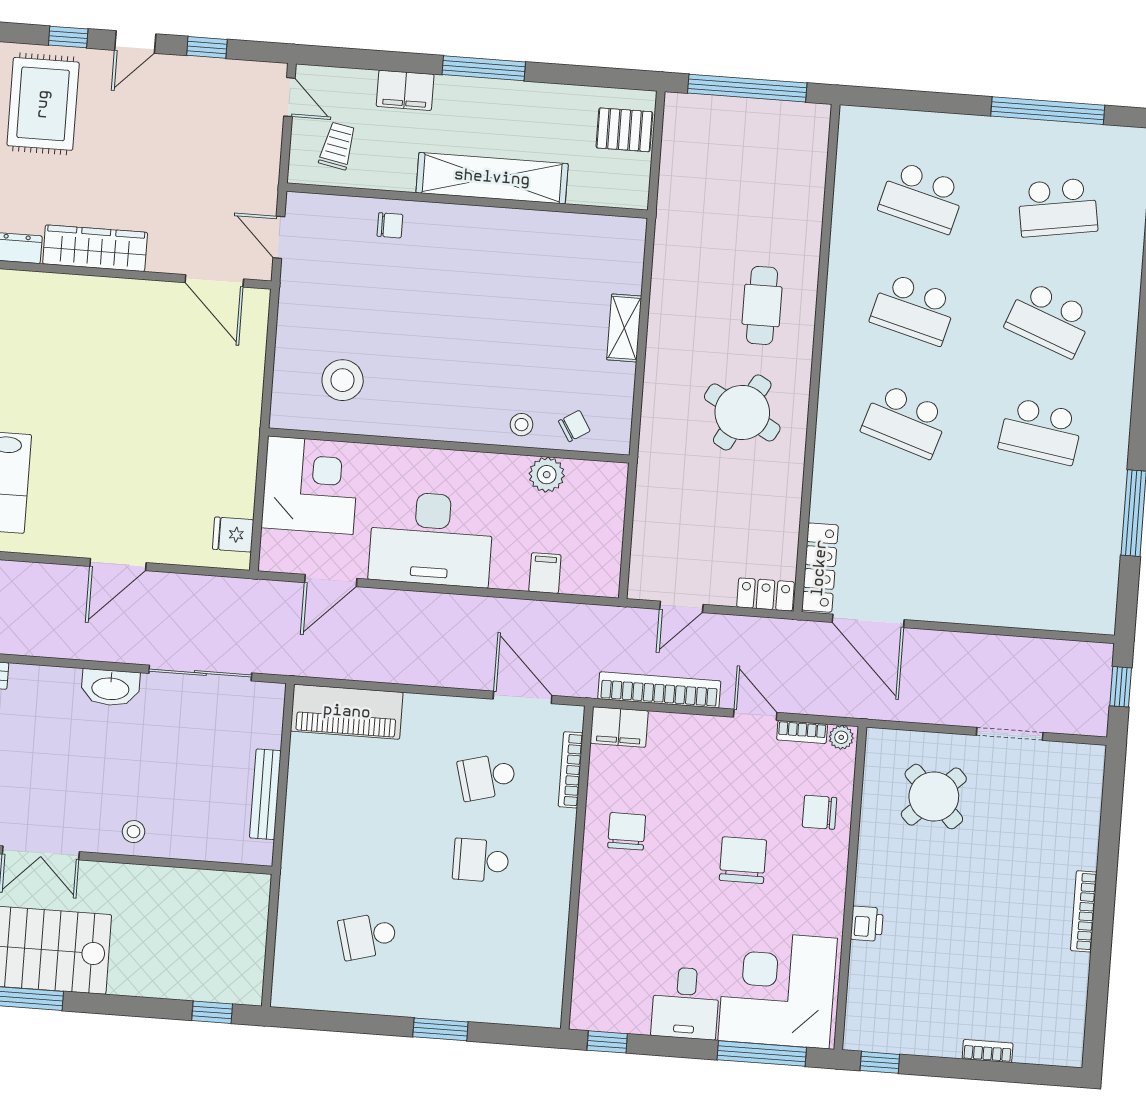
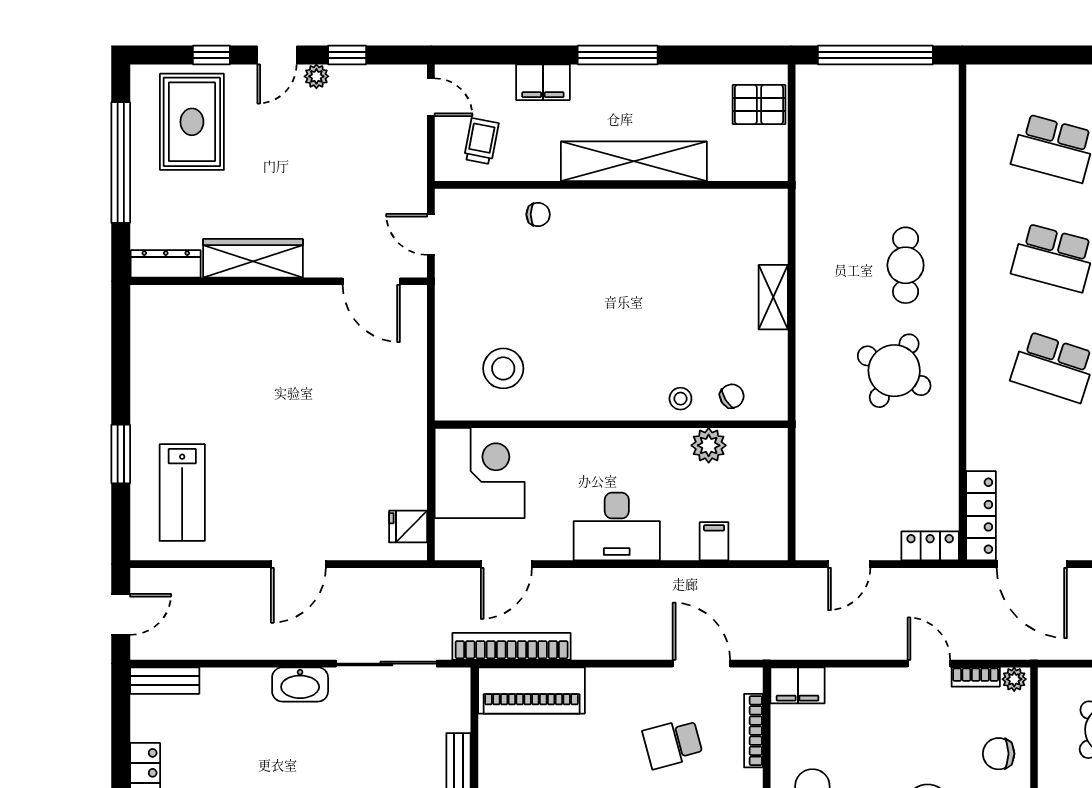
plant: (174, 67) -> (316, 76), added
desk: (431, 539) -> (617, 527), width x0.73, depth x0.77
bookcase: (659, 690) -> (512, 646), moved

